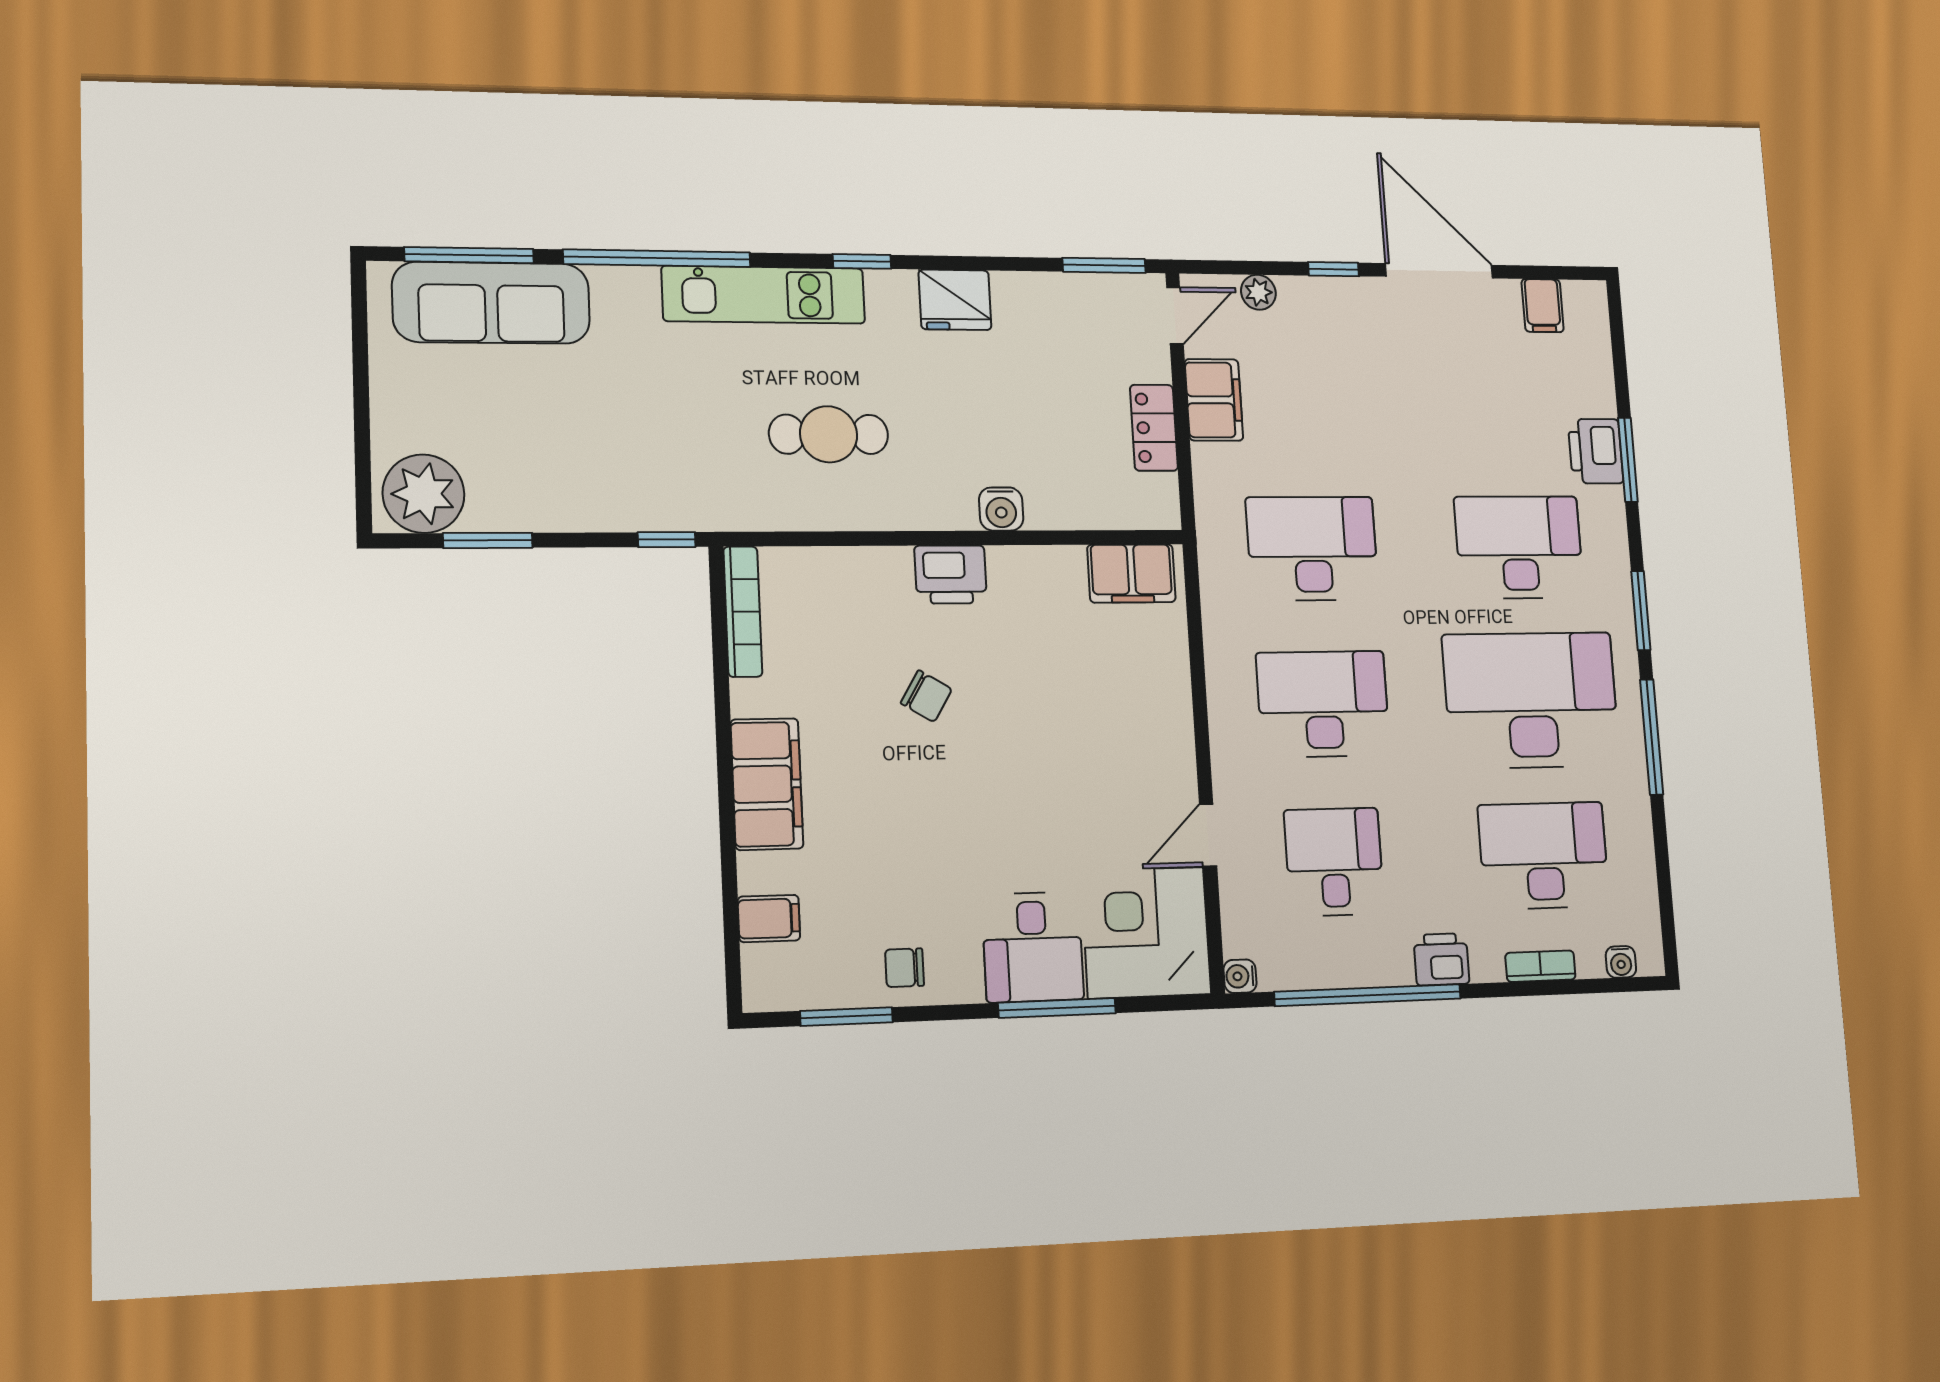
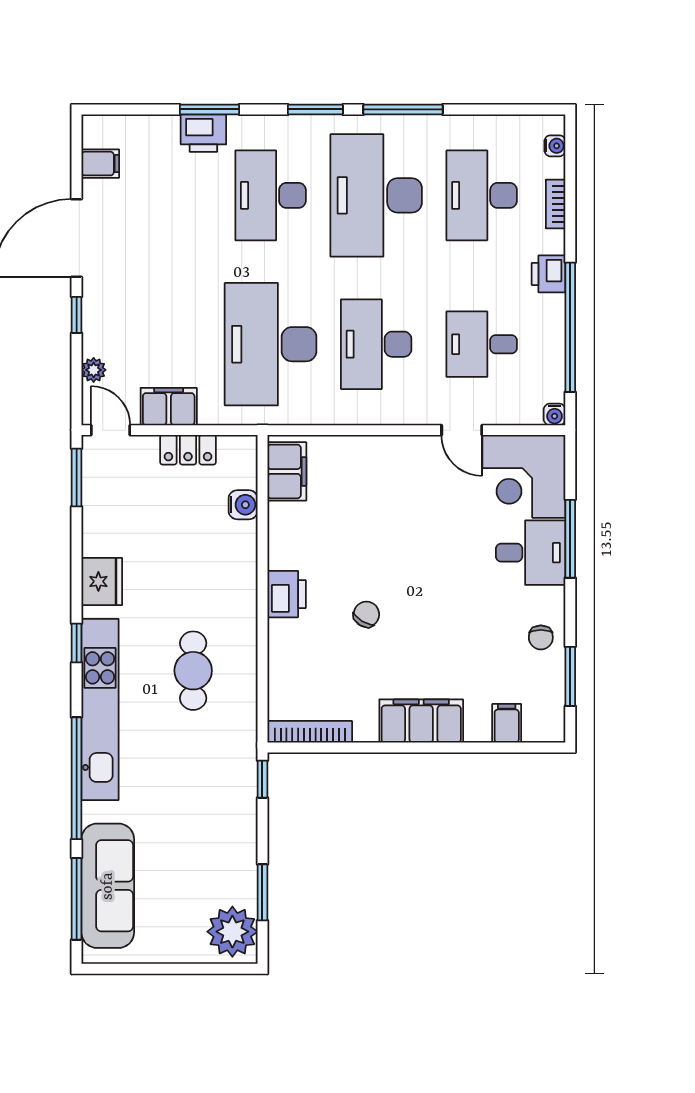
kitchen unit: (764, 295) -> (100, 709), width x1.36
water cooler: (1001, 509) -> (243, 505), moved
desk: (1312, 548) -> (271, 344), width x1.36, depth x1.30

